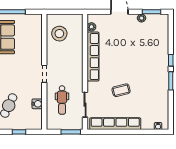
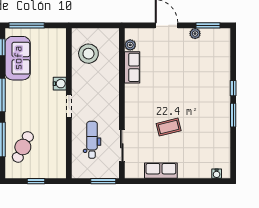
row of seats: (93, 57) -> (132, 67), width x0.50
dental chair: (62, 100) -> (92, 140), turned 180
water cooler: (37, 104) -> (60, 84), moved
row of seats: (115, 124) -> (161, 171), width x0.50

